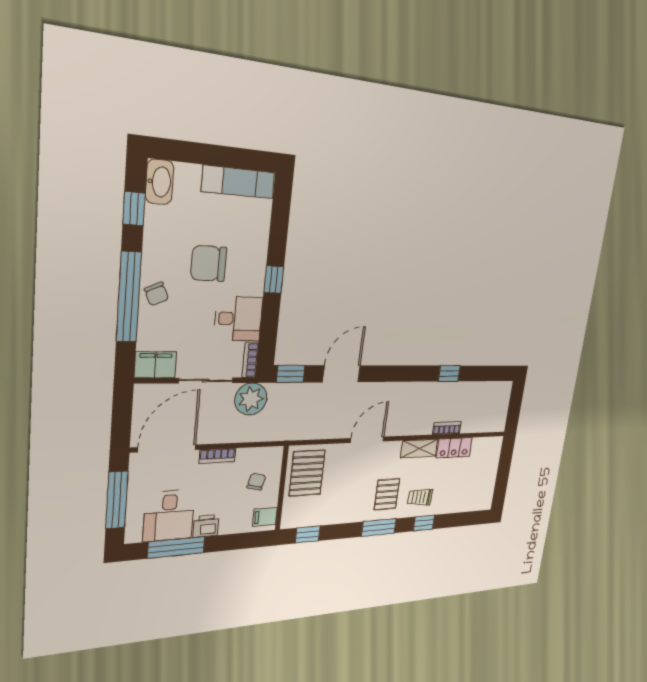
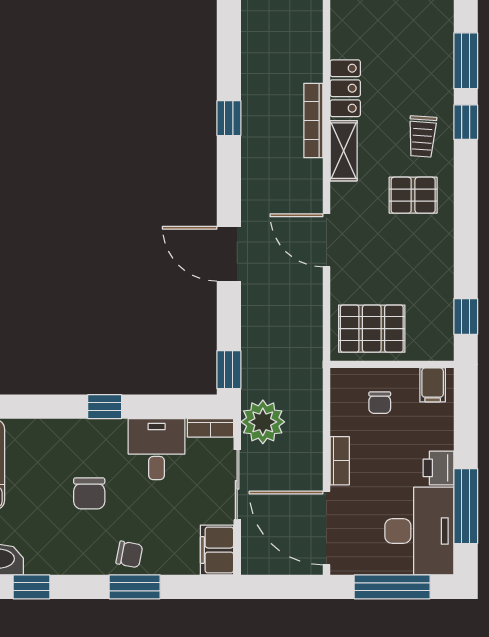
chair: (209, 264) -> (89, 493), width x0.73, depth x0.73
chair: (157, 294) -> (129, 554), turned 35
window: (129, 297) -> (135, 587), width x0.47
door: (341, 374) -> (229, 254), moved
bookcase: (447, 428) -> (313, 121), width x1.56
chair: (256, 482) -> (380, 403), turned -104
desk: (169, 516) -> (419, 531), width x1.37
window: (379, 527) -> (466, 61), moved

